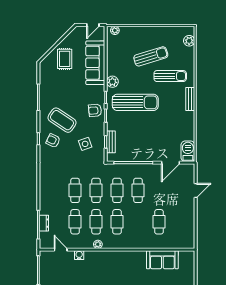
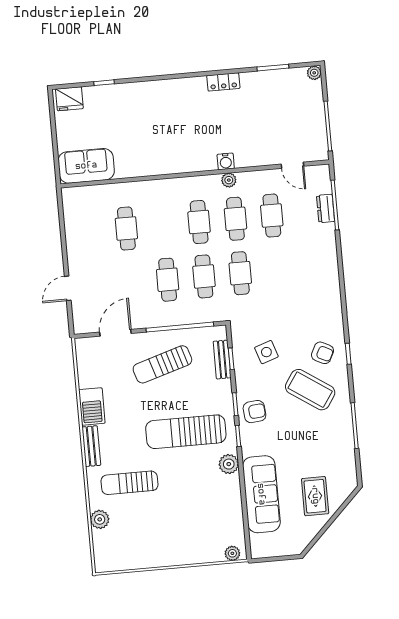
door: (93, 25) -> (271, 559), removed
plant: (189, 41) -> (100, 519), moved
sun lounger: (151, 56) -> (162, 364), moved
barbecue: (188, 151) -> (92, 406), moved
cafe table: (75, 190) -> (277, 270), removed
water cooler: (79, 255) -> (226, 161), moved
sofa: (162, 260) -> (86, 166), moved

